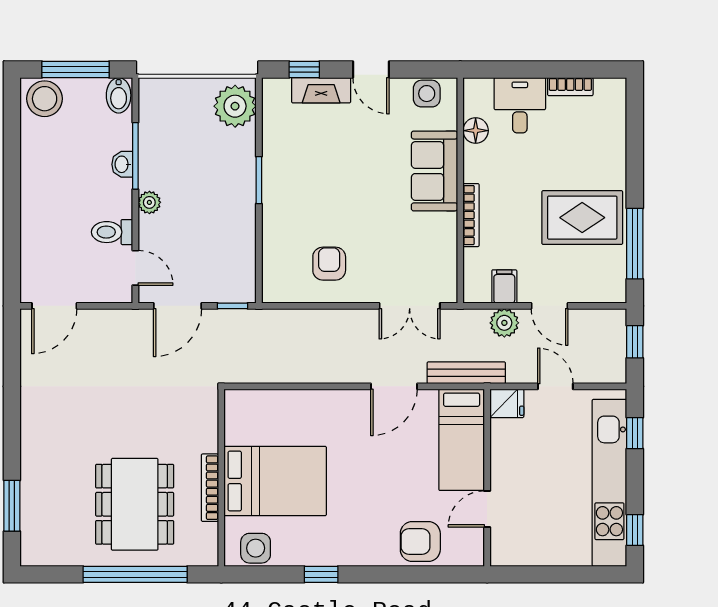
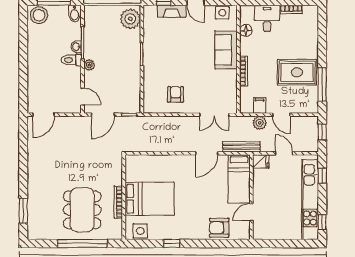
toilet: (112, 232) -> (71, 60), moved

